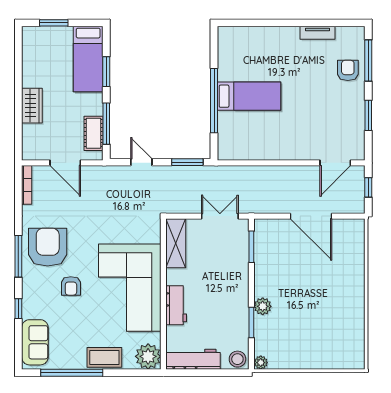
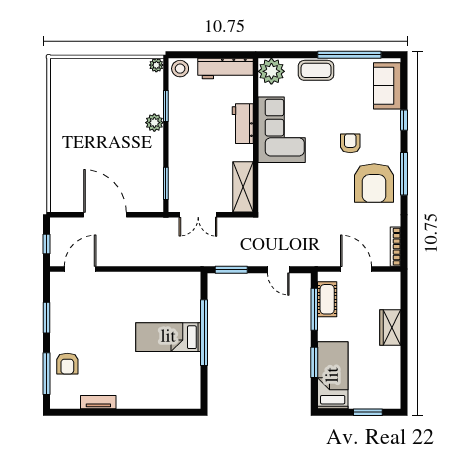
corner sofa: (130, 288) -> (282, 130), width x0.73, depth x0.74

